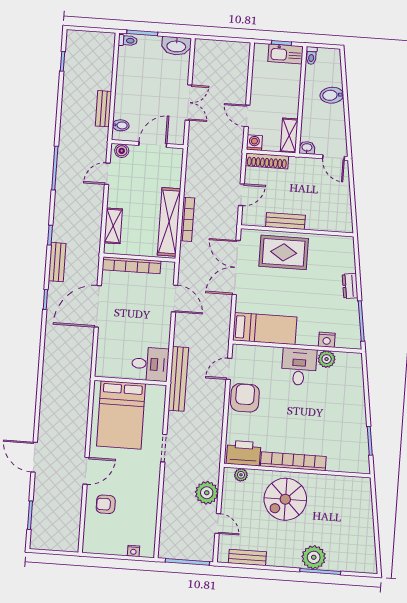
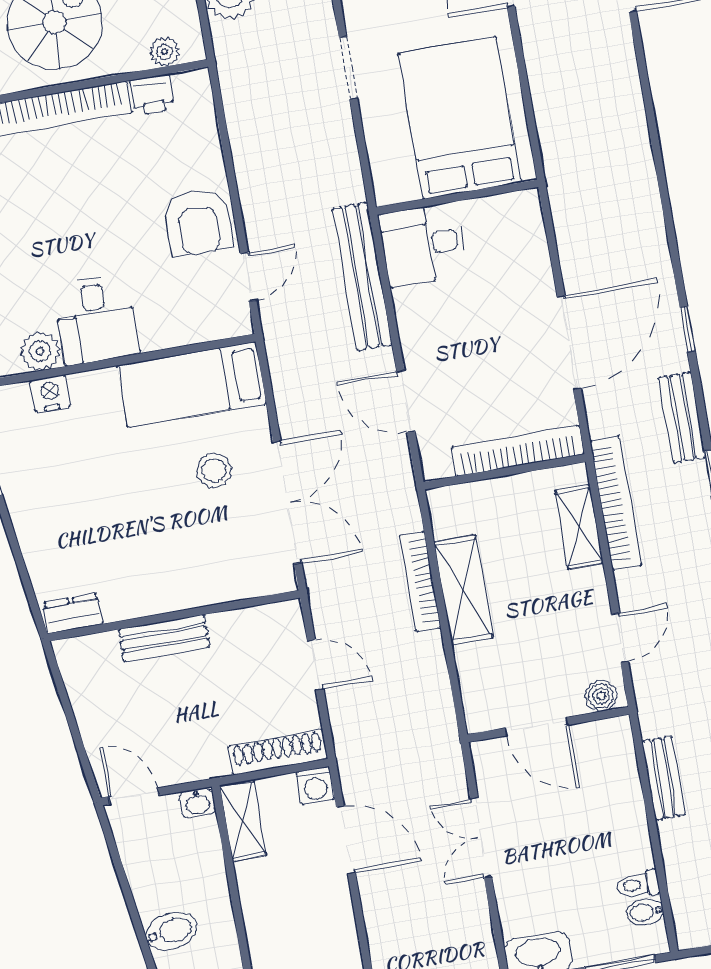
toilet: (128, 41) -> (638, 885), moved
door: (247, 116) -> (346, 840), width x1.38
bidet: (121, 125) -> (645, 912), moved
door: (153, 144) -> (536, 727), hinge flipped
door: (241, 195) -> (315, 665), swing flipped
bench: (285, 221) -> (164, 638), moved
shelving: (169, 222) -> (463, 590), width x0.68
bookcase: (95, 232) -> (616, 503), added
rug: (284, 252) -> (192, 561), removed
dresser: (350, 286) -> (73, 613), moved, turned -82
stool: (264, 289) -> (214, 470), added
bench: (178, 379) -> (362, 277), moved
printer: (244, 453) -> (152, 95), width x0.53, depth x0.68

